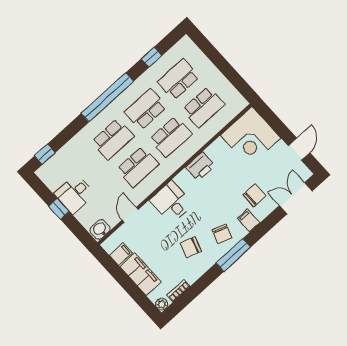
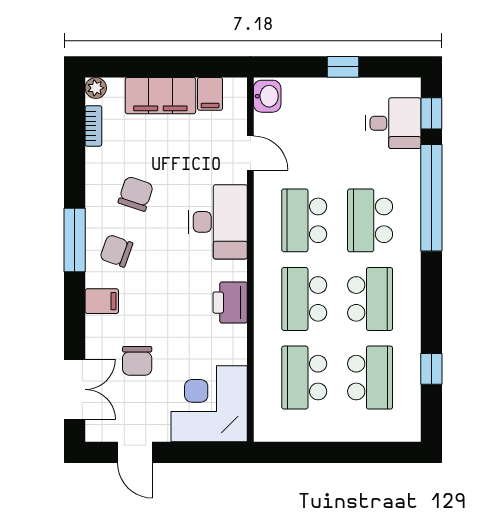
window: (107, 97) -> (431, 198), moved
desk: (74, 194) -> (393, 123), moved, turned 90
chair: (254, 195) -> (137, 361), moved
desk: (171, 202) -> (218, 222), width x1.37

